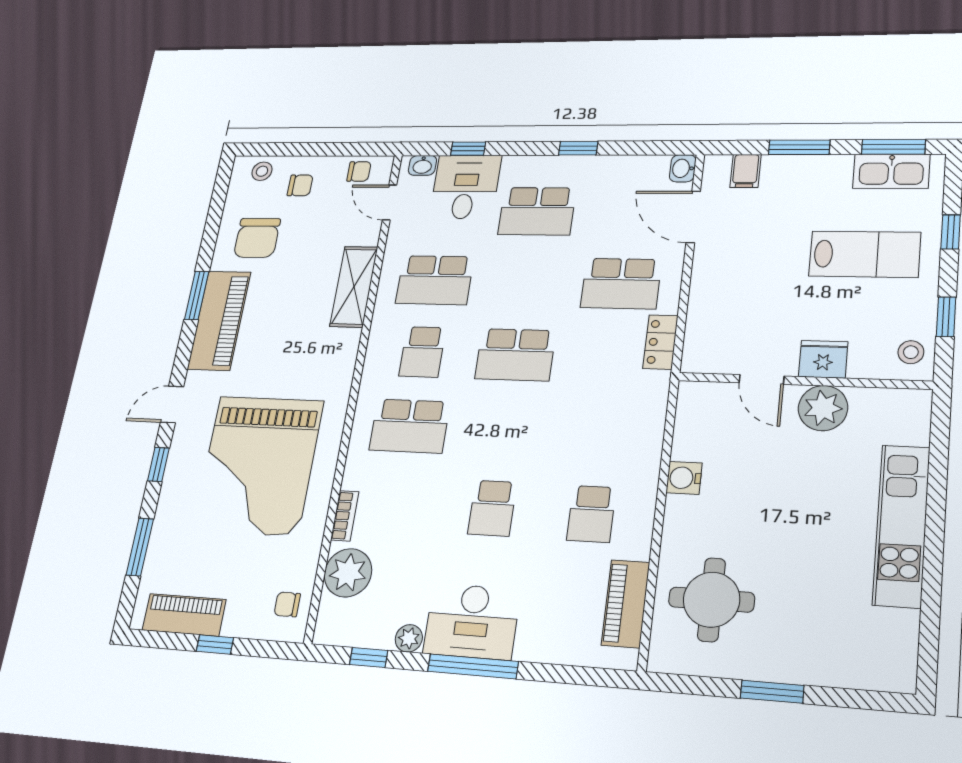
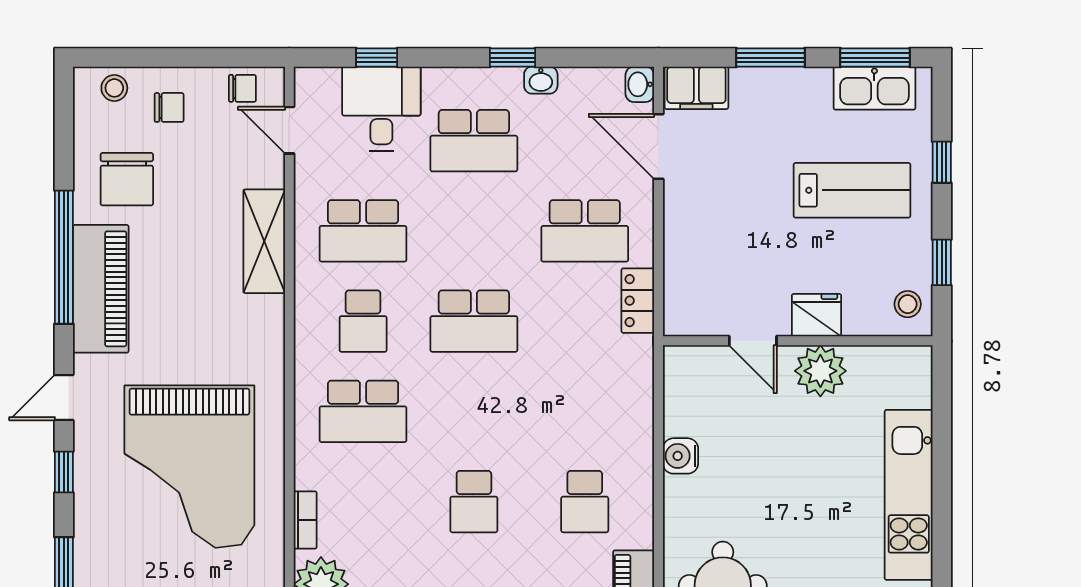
washbasin: (422, 165) -> (541, 80), moved
filing cabinet: (745, 171) -> (696, 88), width x2.00
window: (197, 296) -> (64, 257), width x2.11

